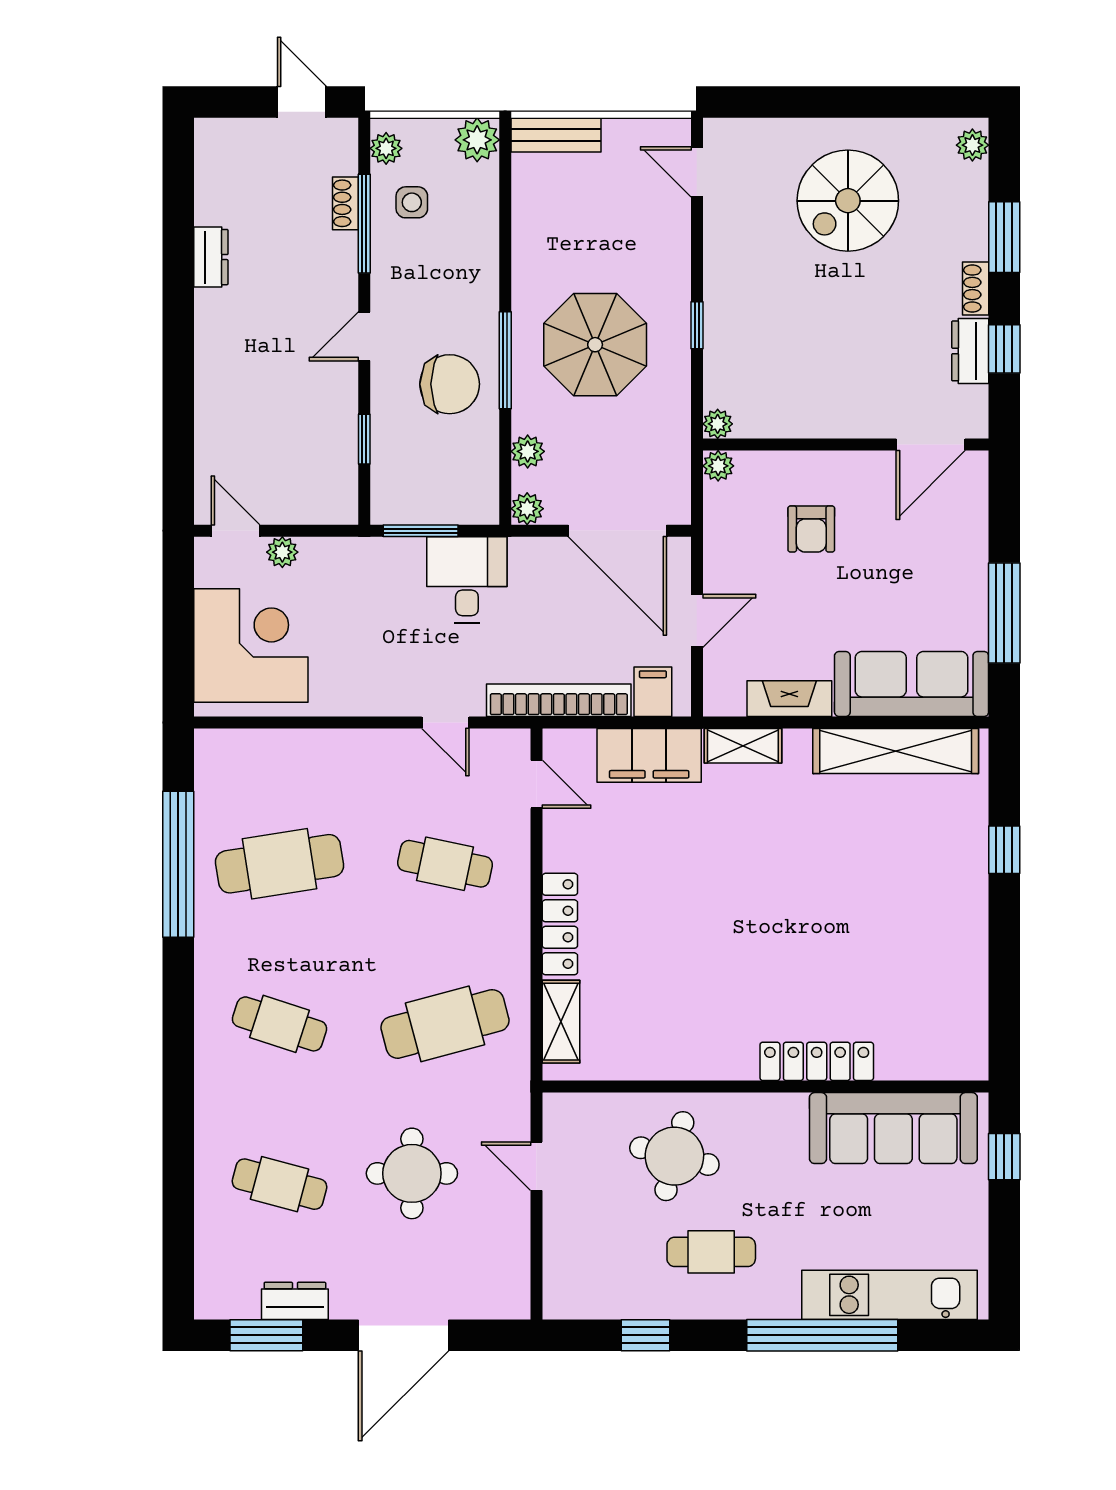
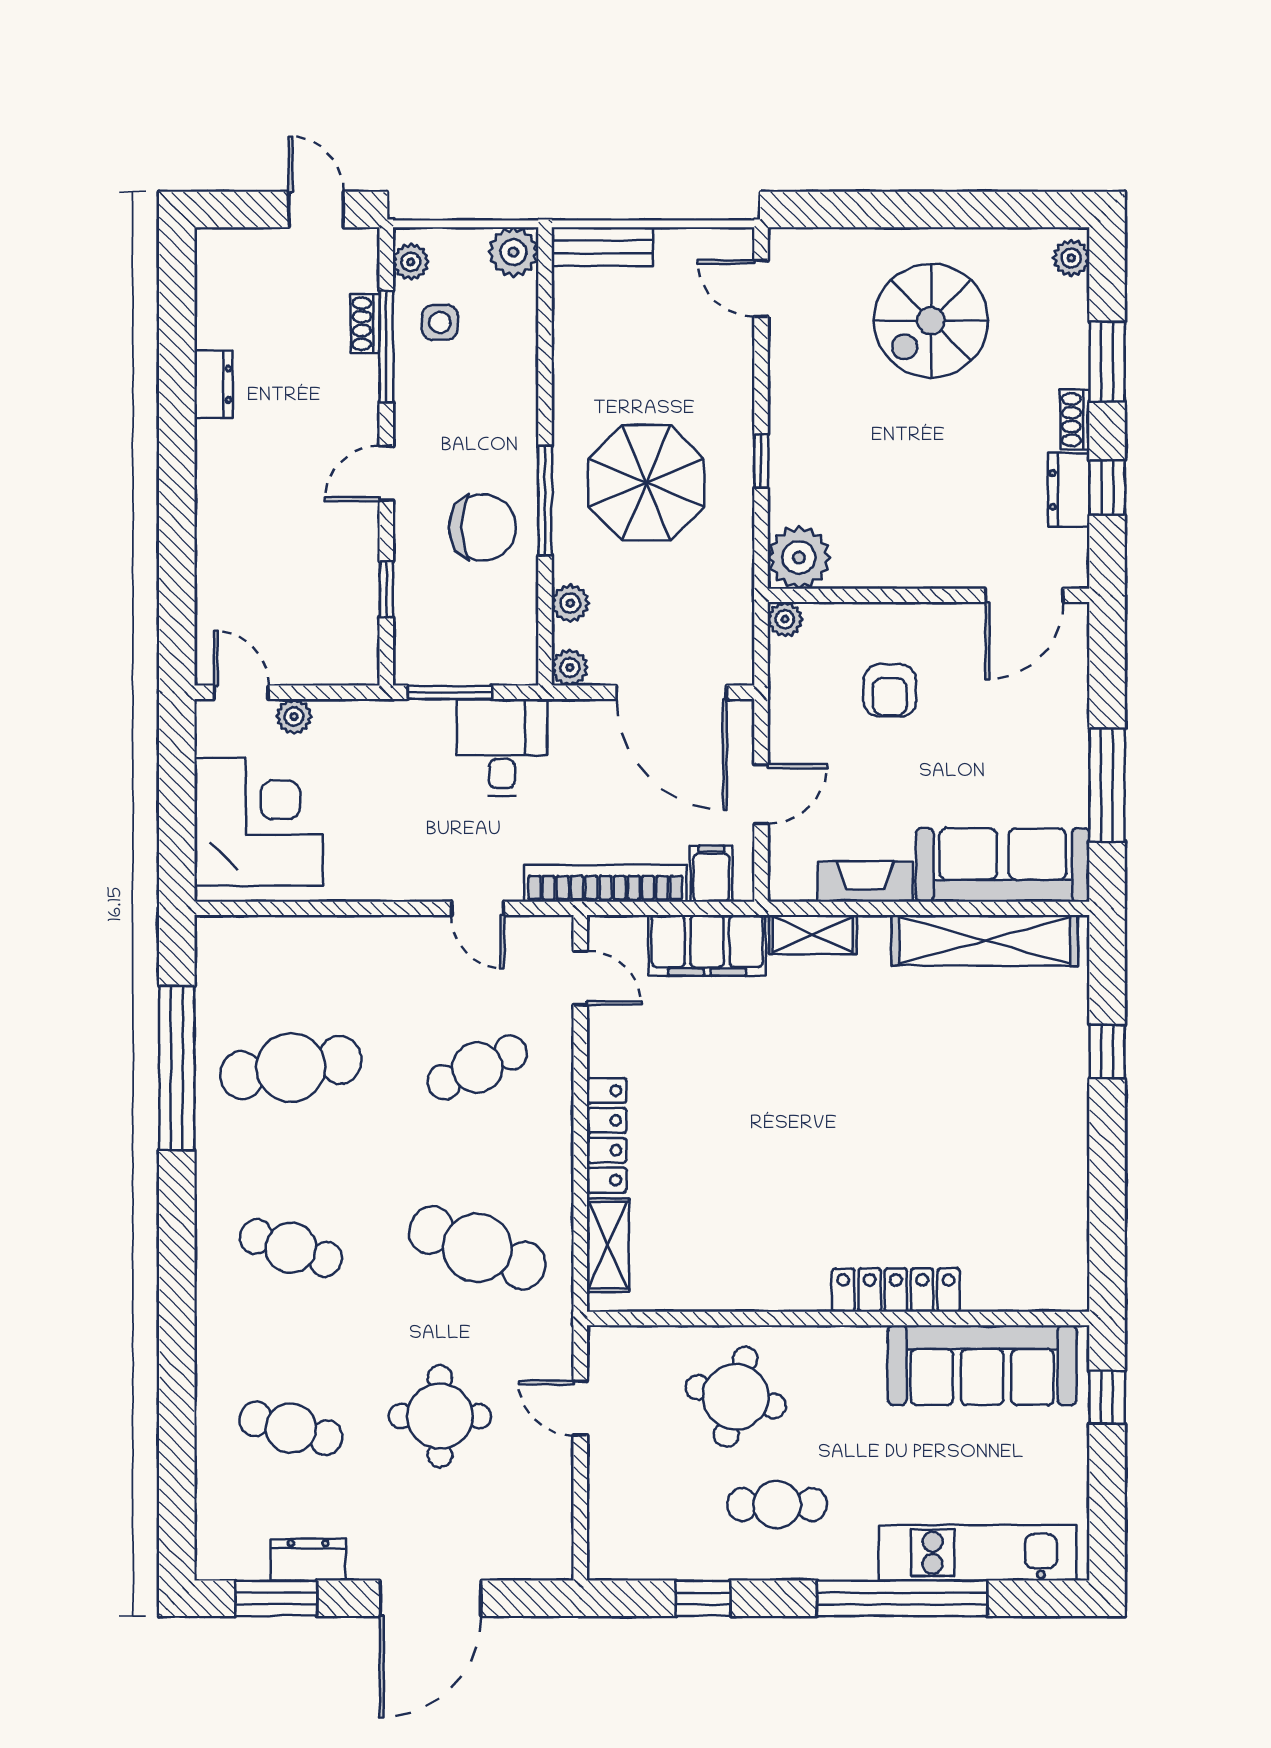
plant: (718, 424) -> (799, 557), width x1.88, depth x1.88
cafe table: (445, 864) -> (477, 1067), turned -36
cafe table: (445, 1024) -> (477, 1248), turned 36

